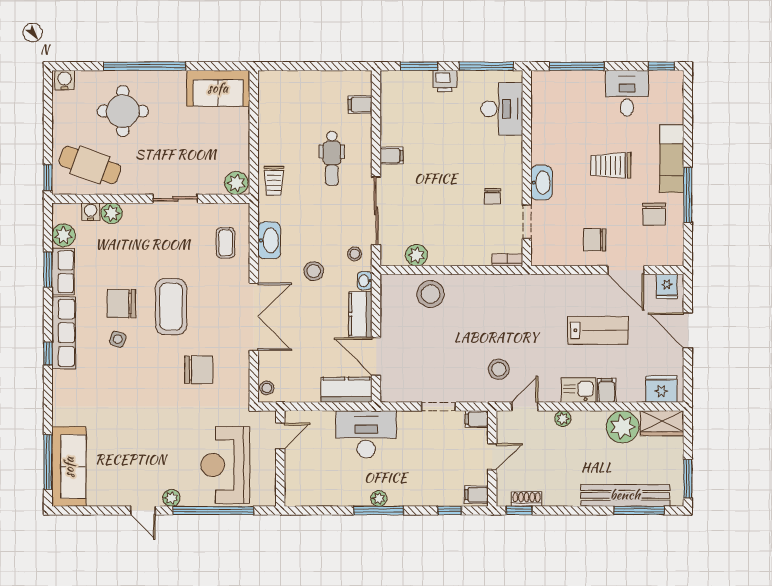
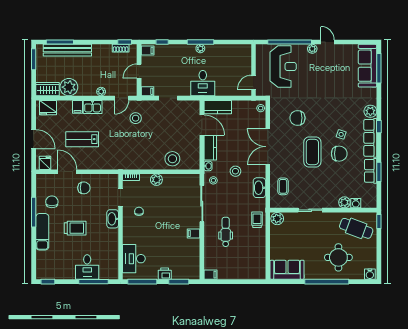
desk: (627, 93) -> (87, 267), moved
filing cabinet: (360, 105) -> (210, 275), moved
plant: (64, 235) -> (370, 111), moved
plant: (416, 255) -> (156, 180), moved
desk: (366, 434) -> (203, 83), width x0.73

